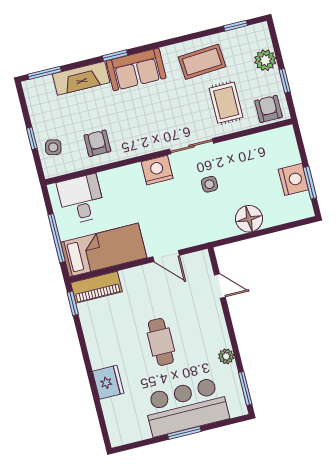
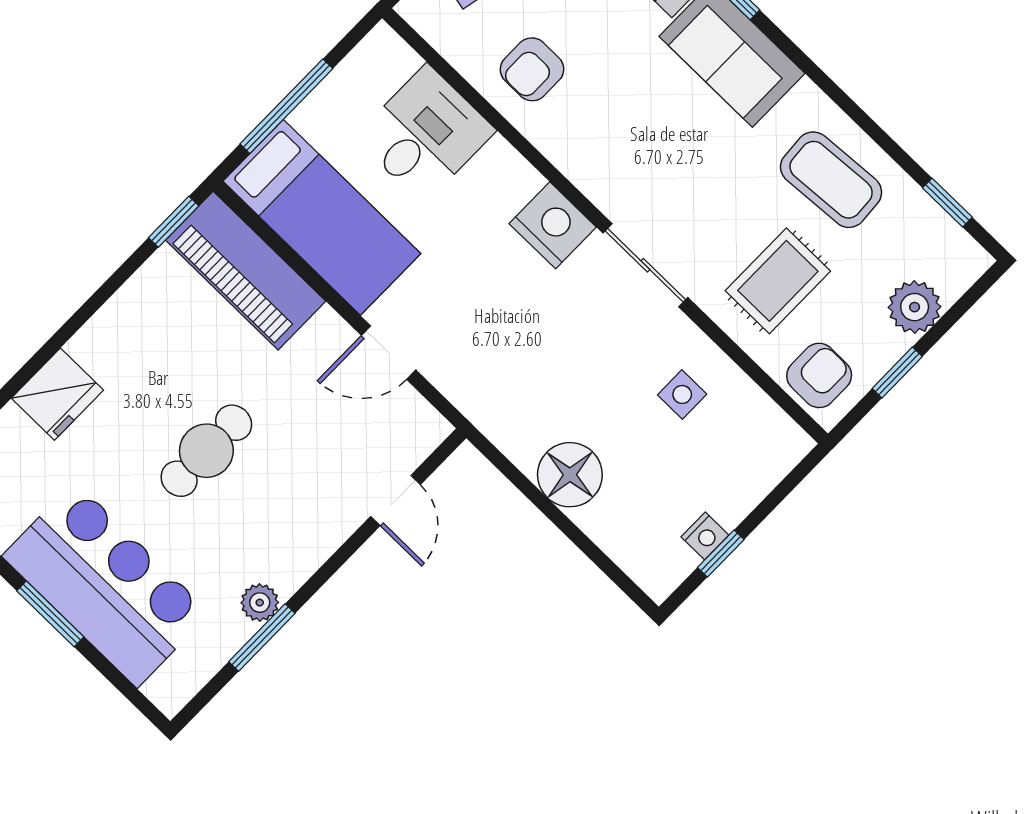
armchair: (97, 143) -> (532, 69), turned 180
nightstand: (293, 179) -> (705, 536), width x0.53, depth x0.56
window: (310, 183) -> (721, 553), width x0.67
side table: (209, 184) -> (682, 394), moved
desk: (81, 199) -> (425, 134), moved
door: (166, 256) -> (389, 353), hinge flipped
piano: (96, 287) -> (246, 271), width x1.37, depth x1.33
window: (245, 388) -> (262, 637), moved

